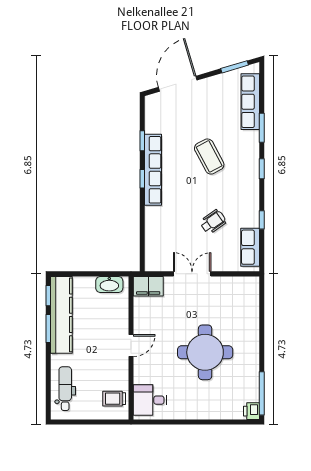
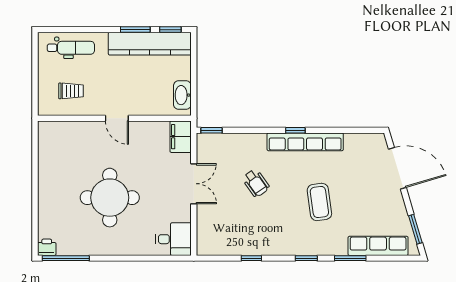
window: (142, 141) -> (211, 130), moved
coffee table: (209, 156) -> (319, 202), turned -70
wheelchair: (213, 222) -> (256, 183), moved
row of seats: (250, 247) -> (222, 246), removed
trolley: (114, 399) -> (71, 91), moved, turned 90
desk: (150, 400) -> (173, 239), moved, turned 90

